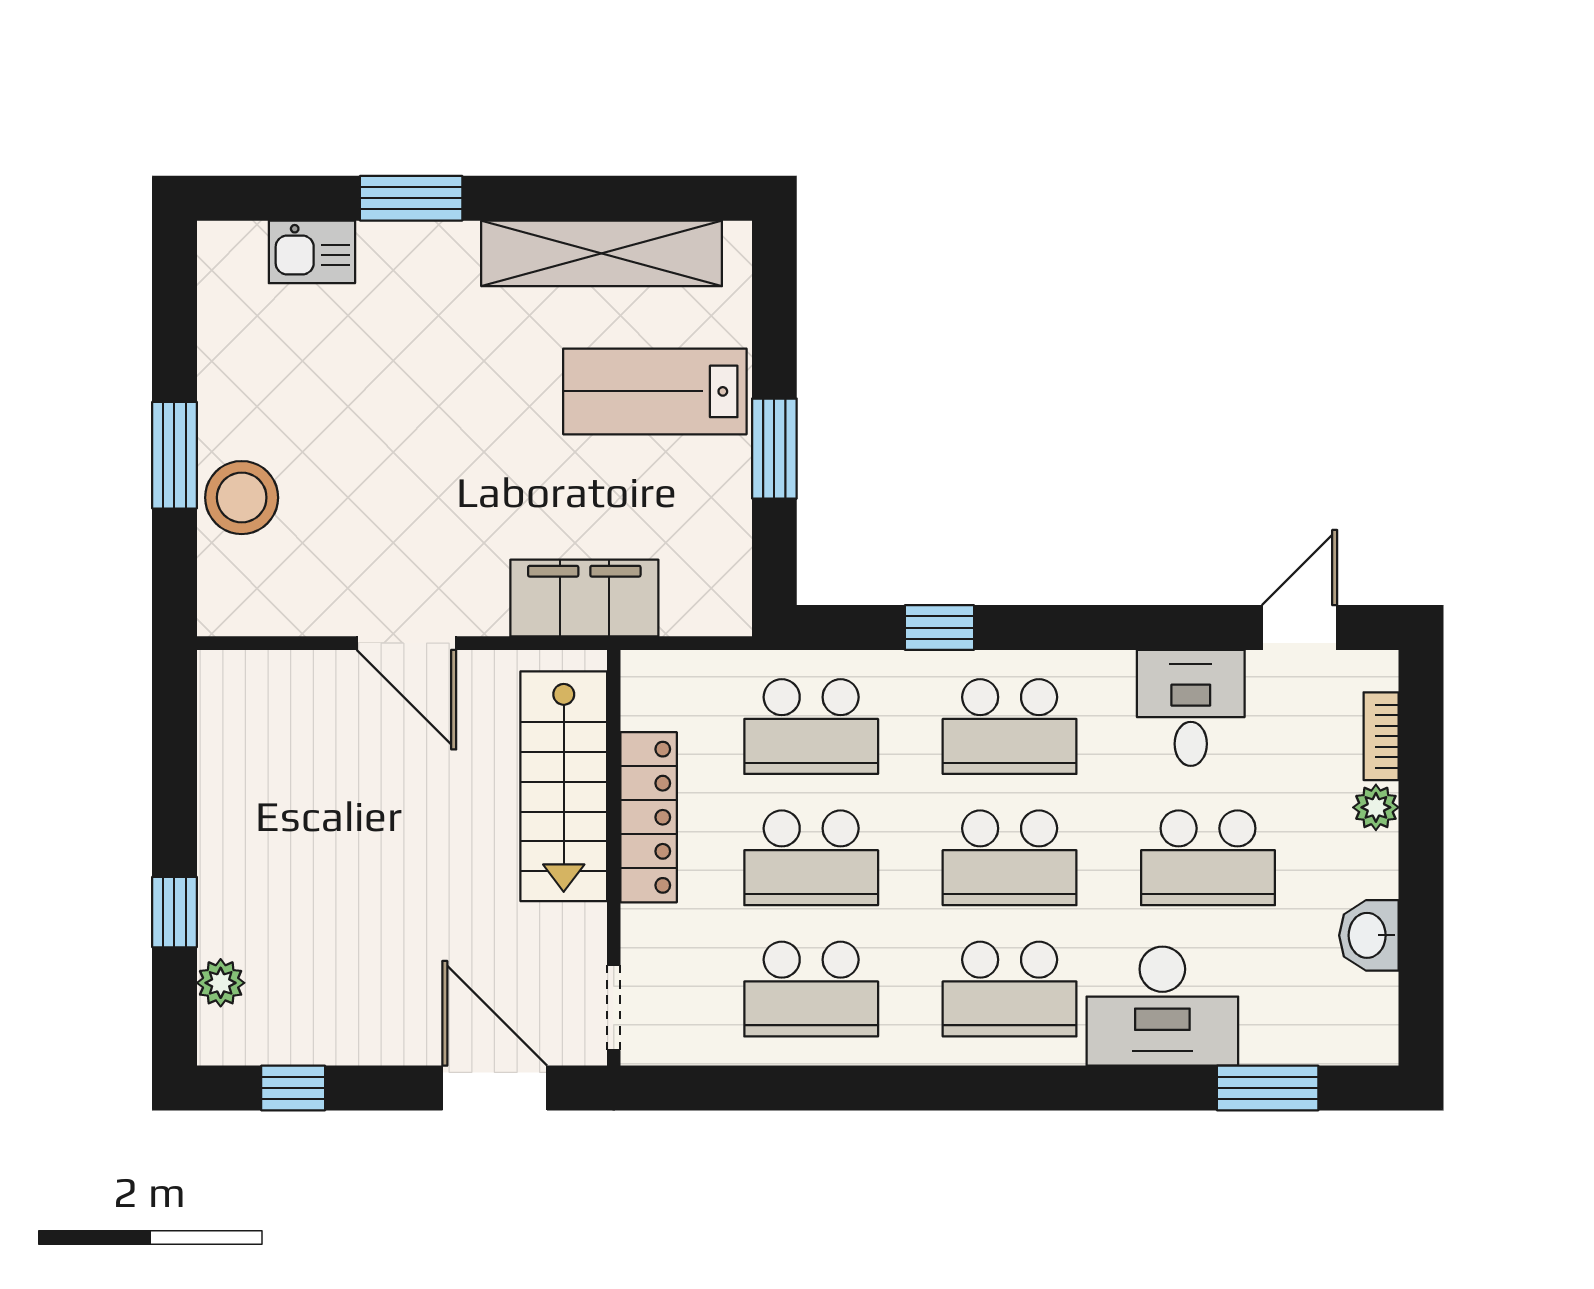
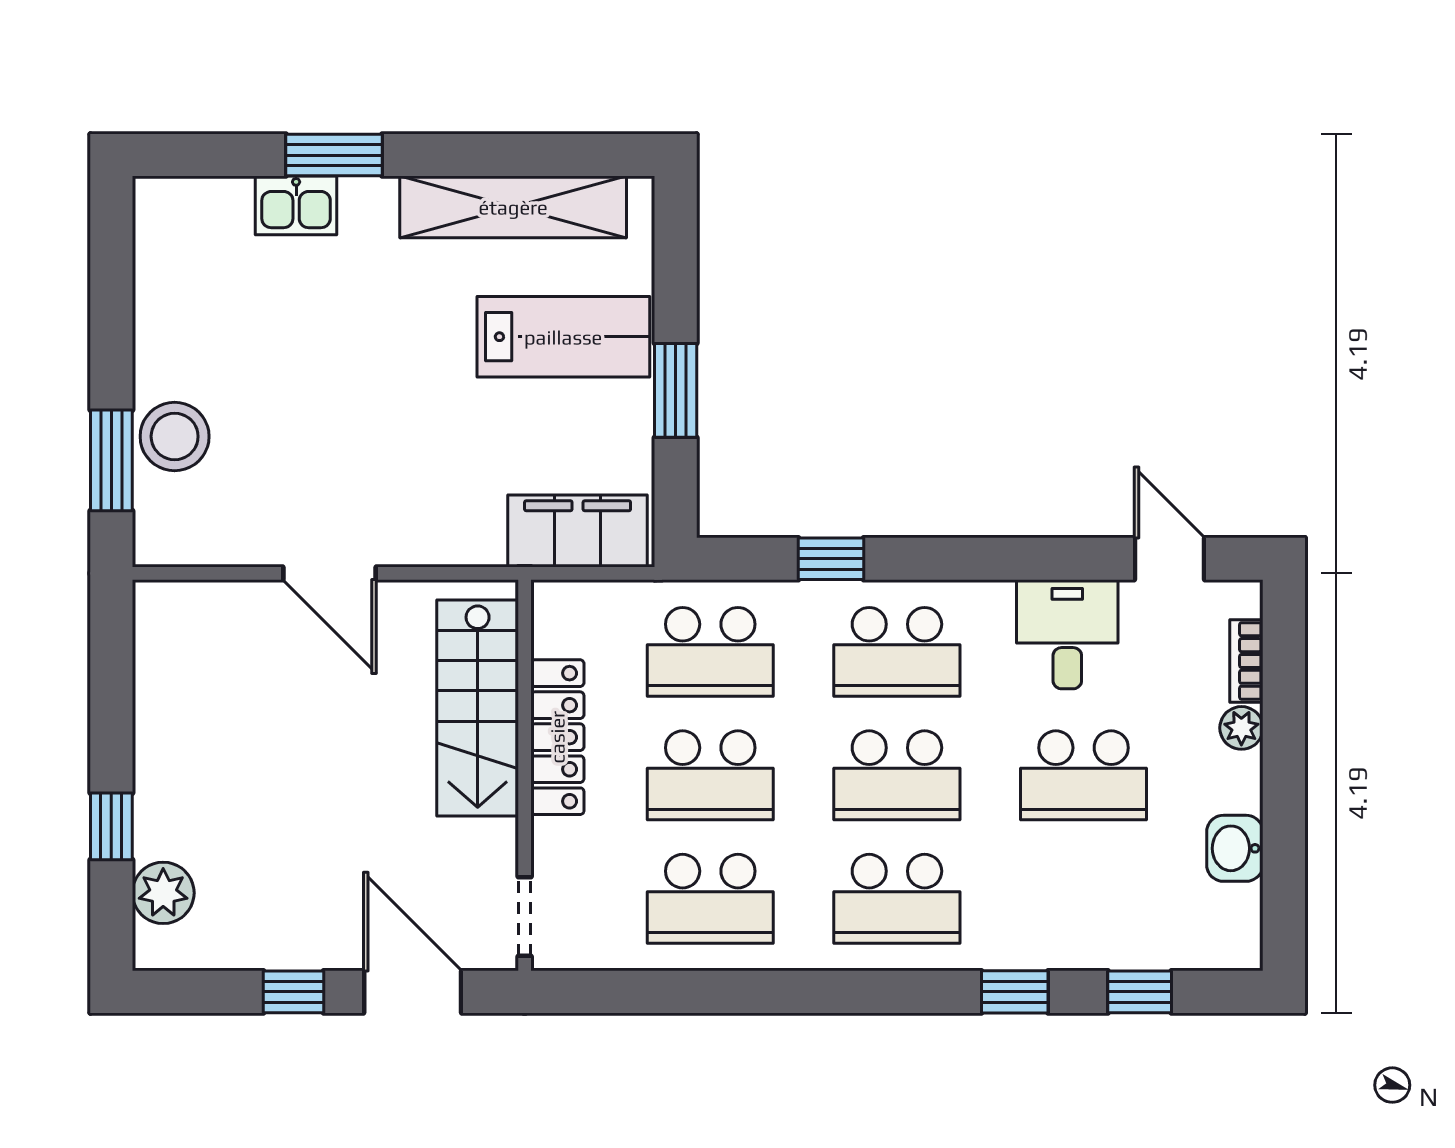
kitchen sink: (312, 252) -> (296, 205), moved
lab bench: (655, 391) -> (563, 337), turned 180
window: (174, 455) -> (111, 460), moved
filing cabinet: (584, 598) -> (578, 531), moved
door: (1300, 628) -> (1170, 559), hinge flipped
plant: (221, 983) -> (163, 893), width x1.38, depth x1.38
desk: (1162, 1006) -> (1041, 915), removed
window: (293, 1088) -> (294, 992), moved
window: (1135, 1088) -> (1015, 992), added
window: (1268, 1088) -> (1140, 992), width x0.67

